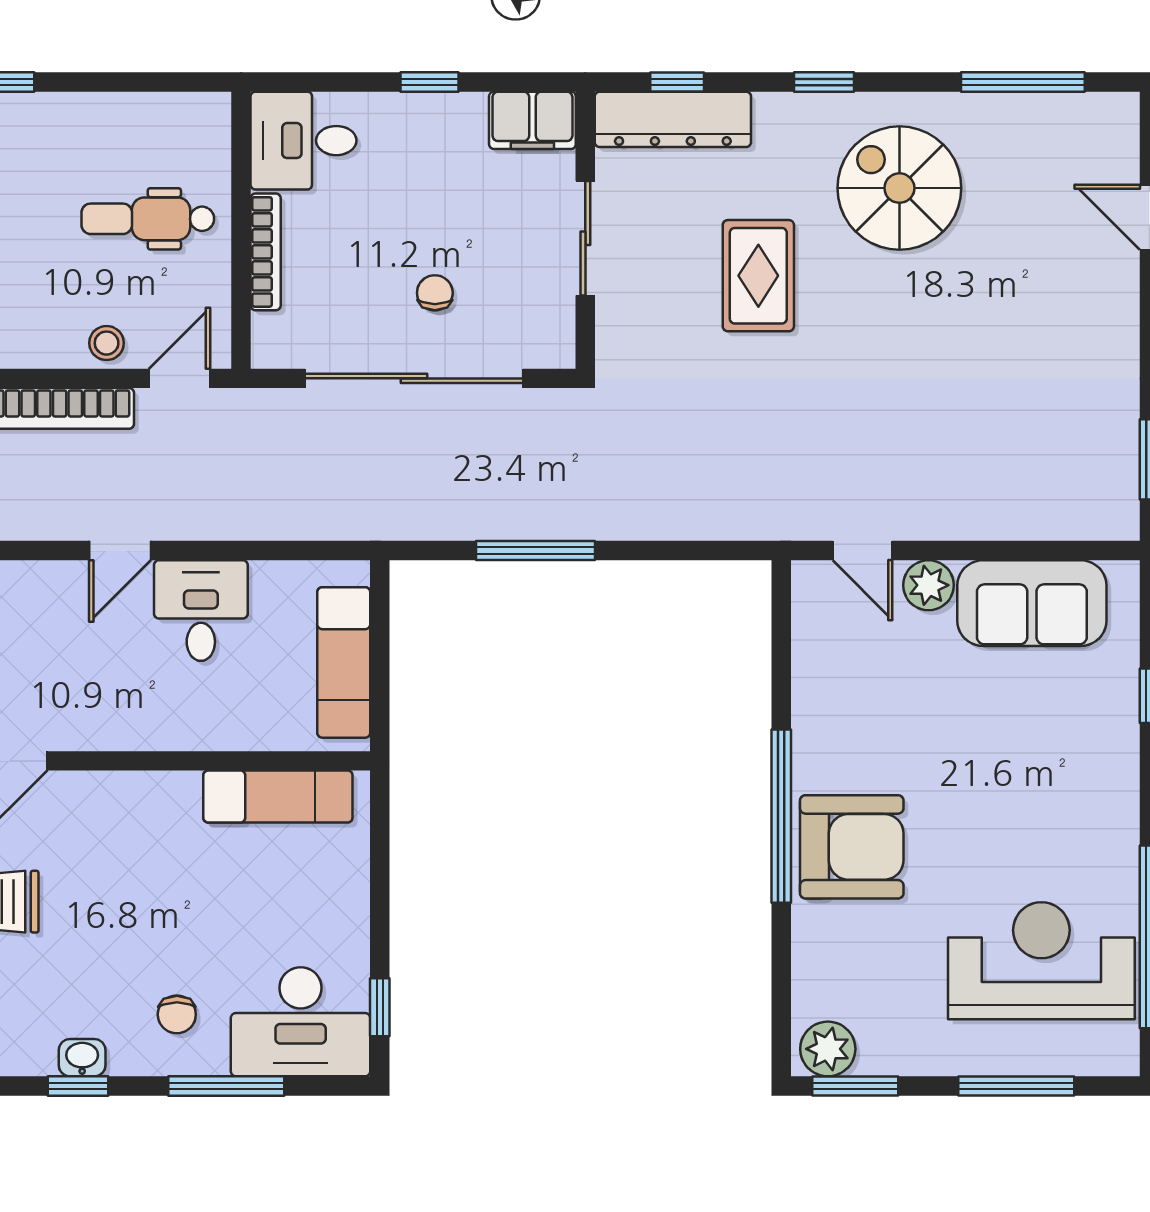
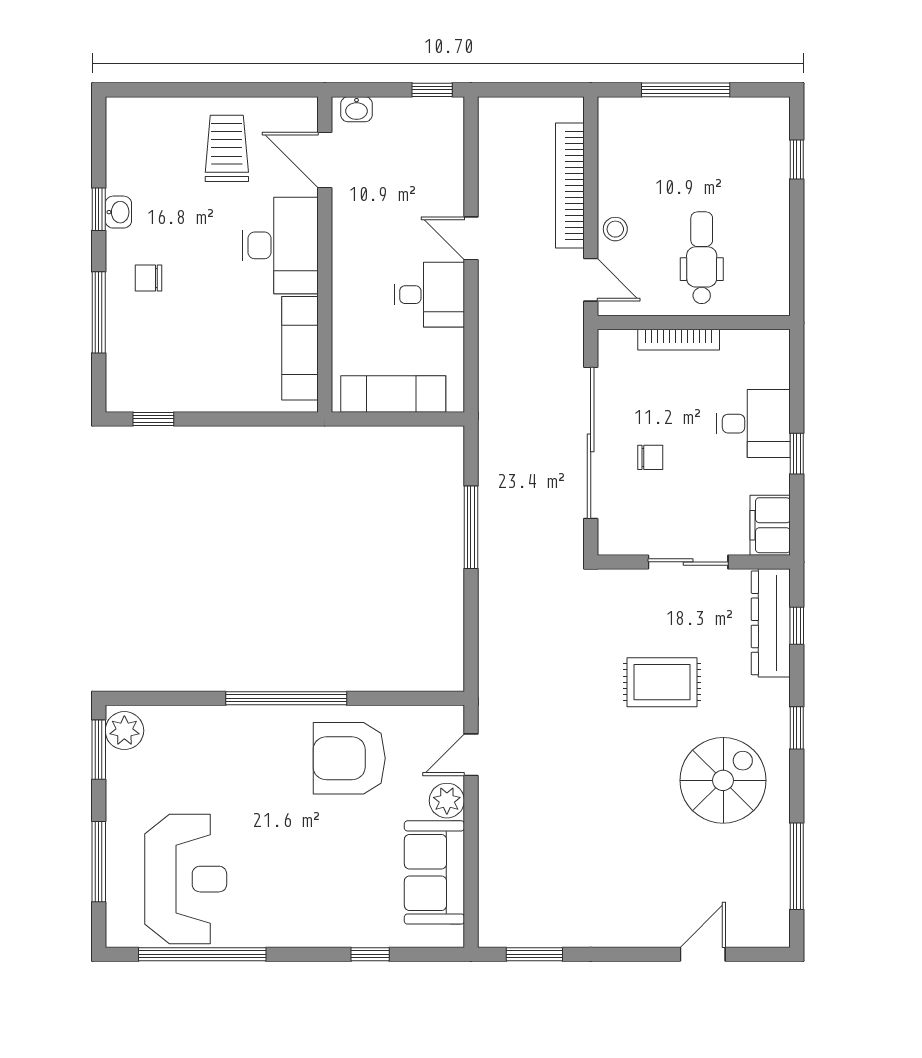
desk: (303, 141) -> (753, 424), moved, turned 90
armchair: (852, 847) -> (349, 758), moved, turned 90
desk: (301, 1022) -> (280, 245), moved, turned 180

